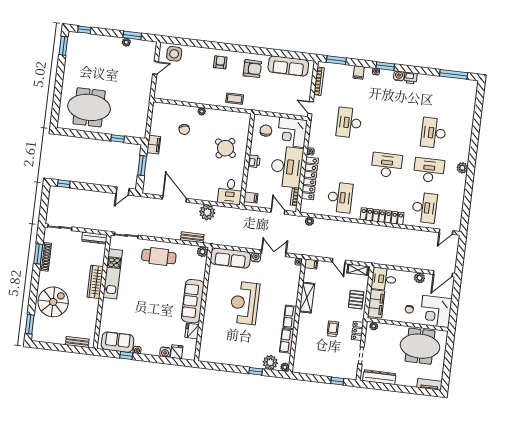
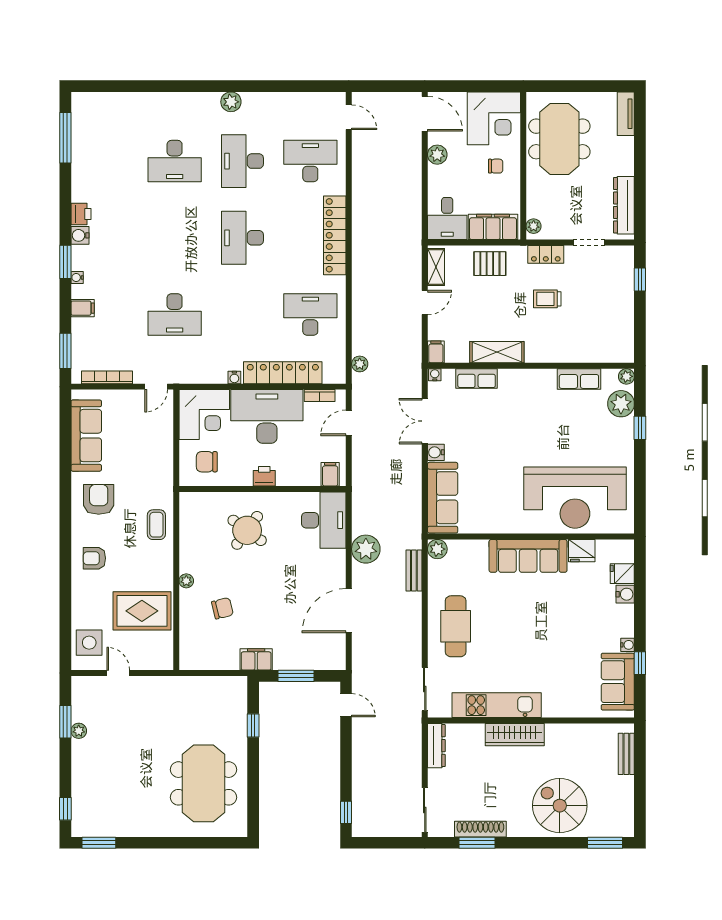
rug: (188, 85) -> (142, 611), added
desk: (230, 192) -> (324, 520), width x1.37
reception desk: (245, 303) -> (575, 498), moved, width x1.36, depth x1.30
row of seats: (290, 317) -> (477, 379), moved

